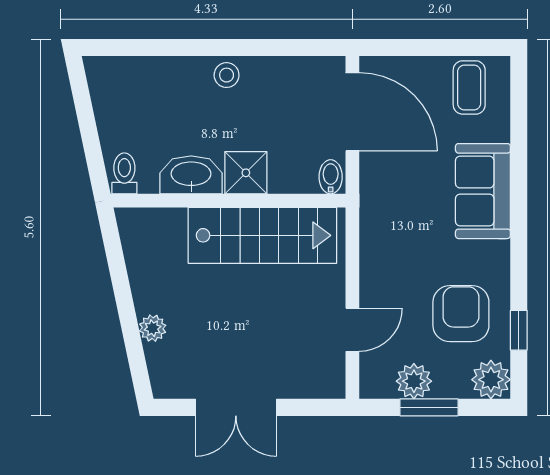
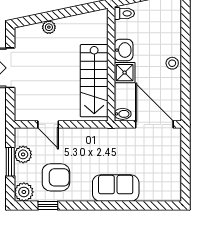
coffee table: (469, 87) -> (166, 181), removed
door: (352, 112) -> (154, 124), swing flipped
washbasin: (191, 175) -> (124, 50), width x0.72

